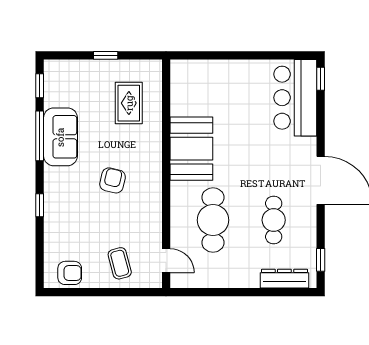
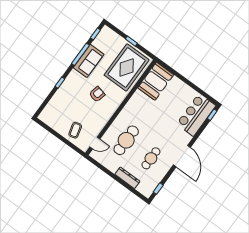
rug: (129, 103) -> (127, 67), width x1.86, depth x2.06
booth: (191, 149) -> (156, 81), moved
door: (166, 261) -> (95, 143), hinge flipped
armchair: (70, 273) -> (52, 119), removed
dresser: (284, 279) -> (127, 178), moved

